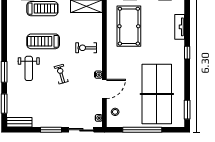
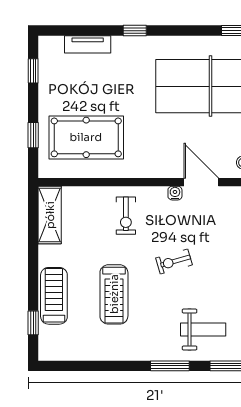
weight bench: (29, 68) -> (203, 330), moved

